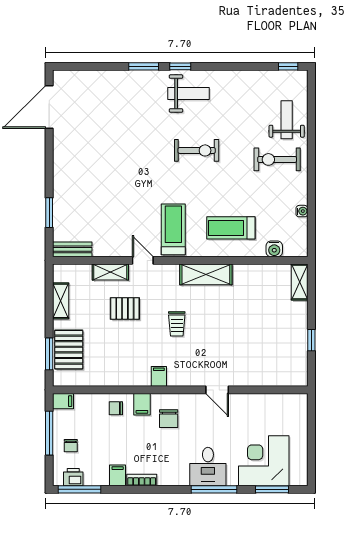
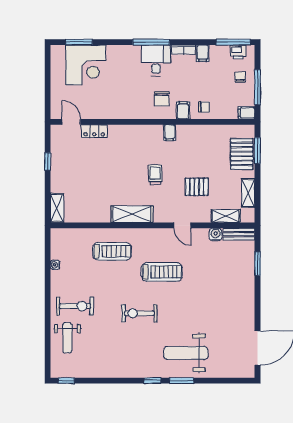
weight bench: (188, 94) -> (186, 353), moved, width x1.36, depth x1.33
treadmill: (173, 229) -> (162, 272), moved, turned -90
water cooler: (274, 249) -> (216, 235), moved
shelving: (110, 272) -> (226, 216), moved
locker: (253, 378) -> (94, 131), added
door: (217, 390) -> (71, 122), moved
chair: (169, 419) -> (162, 99), turned 180
desk: (208, 467) -> (156, 60), moved
window: (214, 489) -> (151, 42), moved

